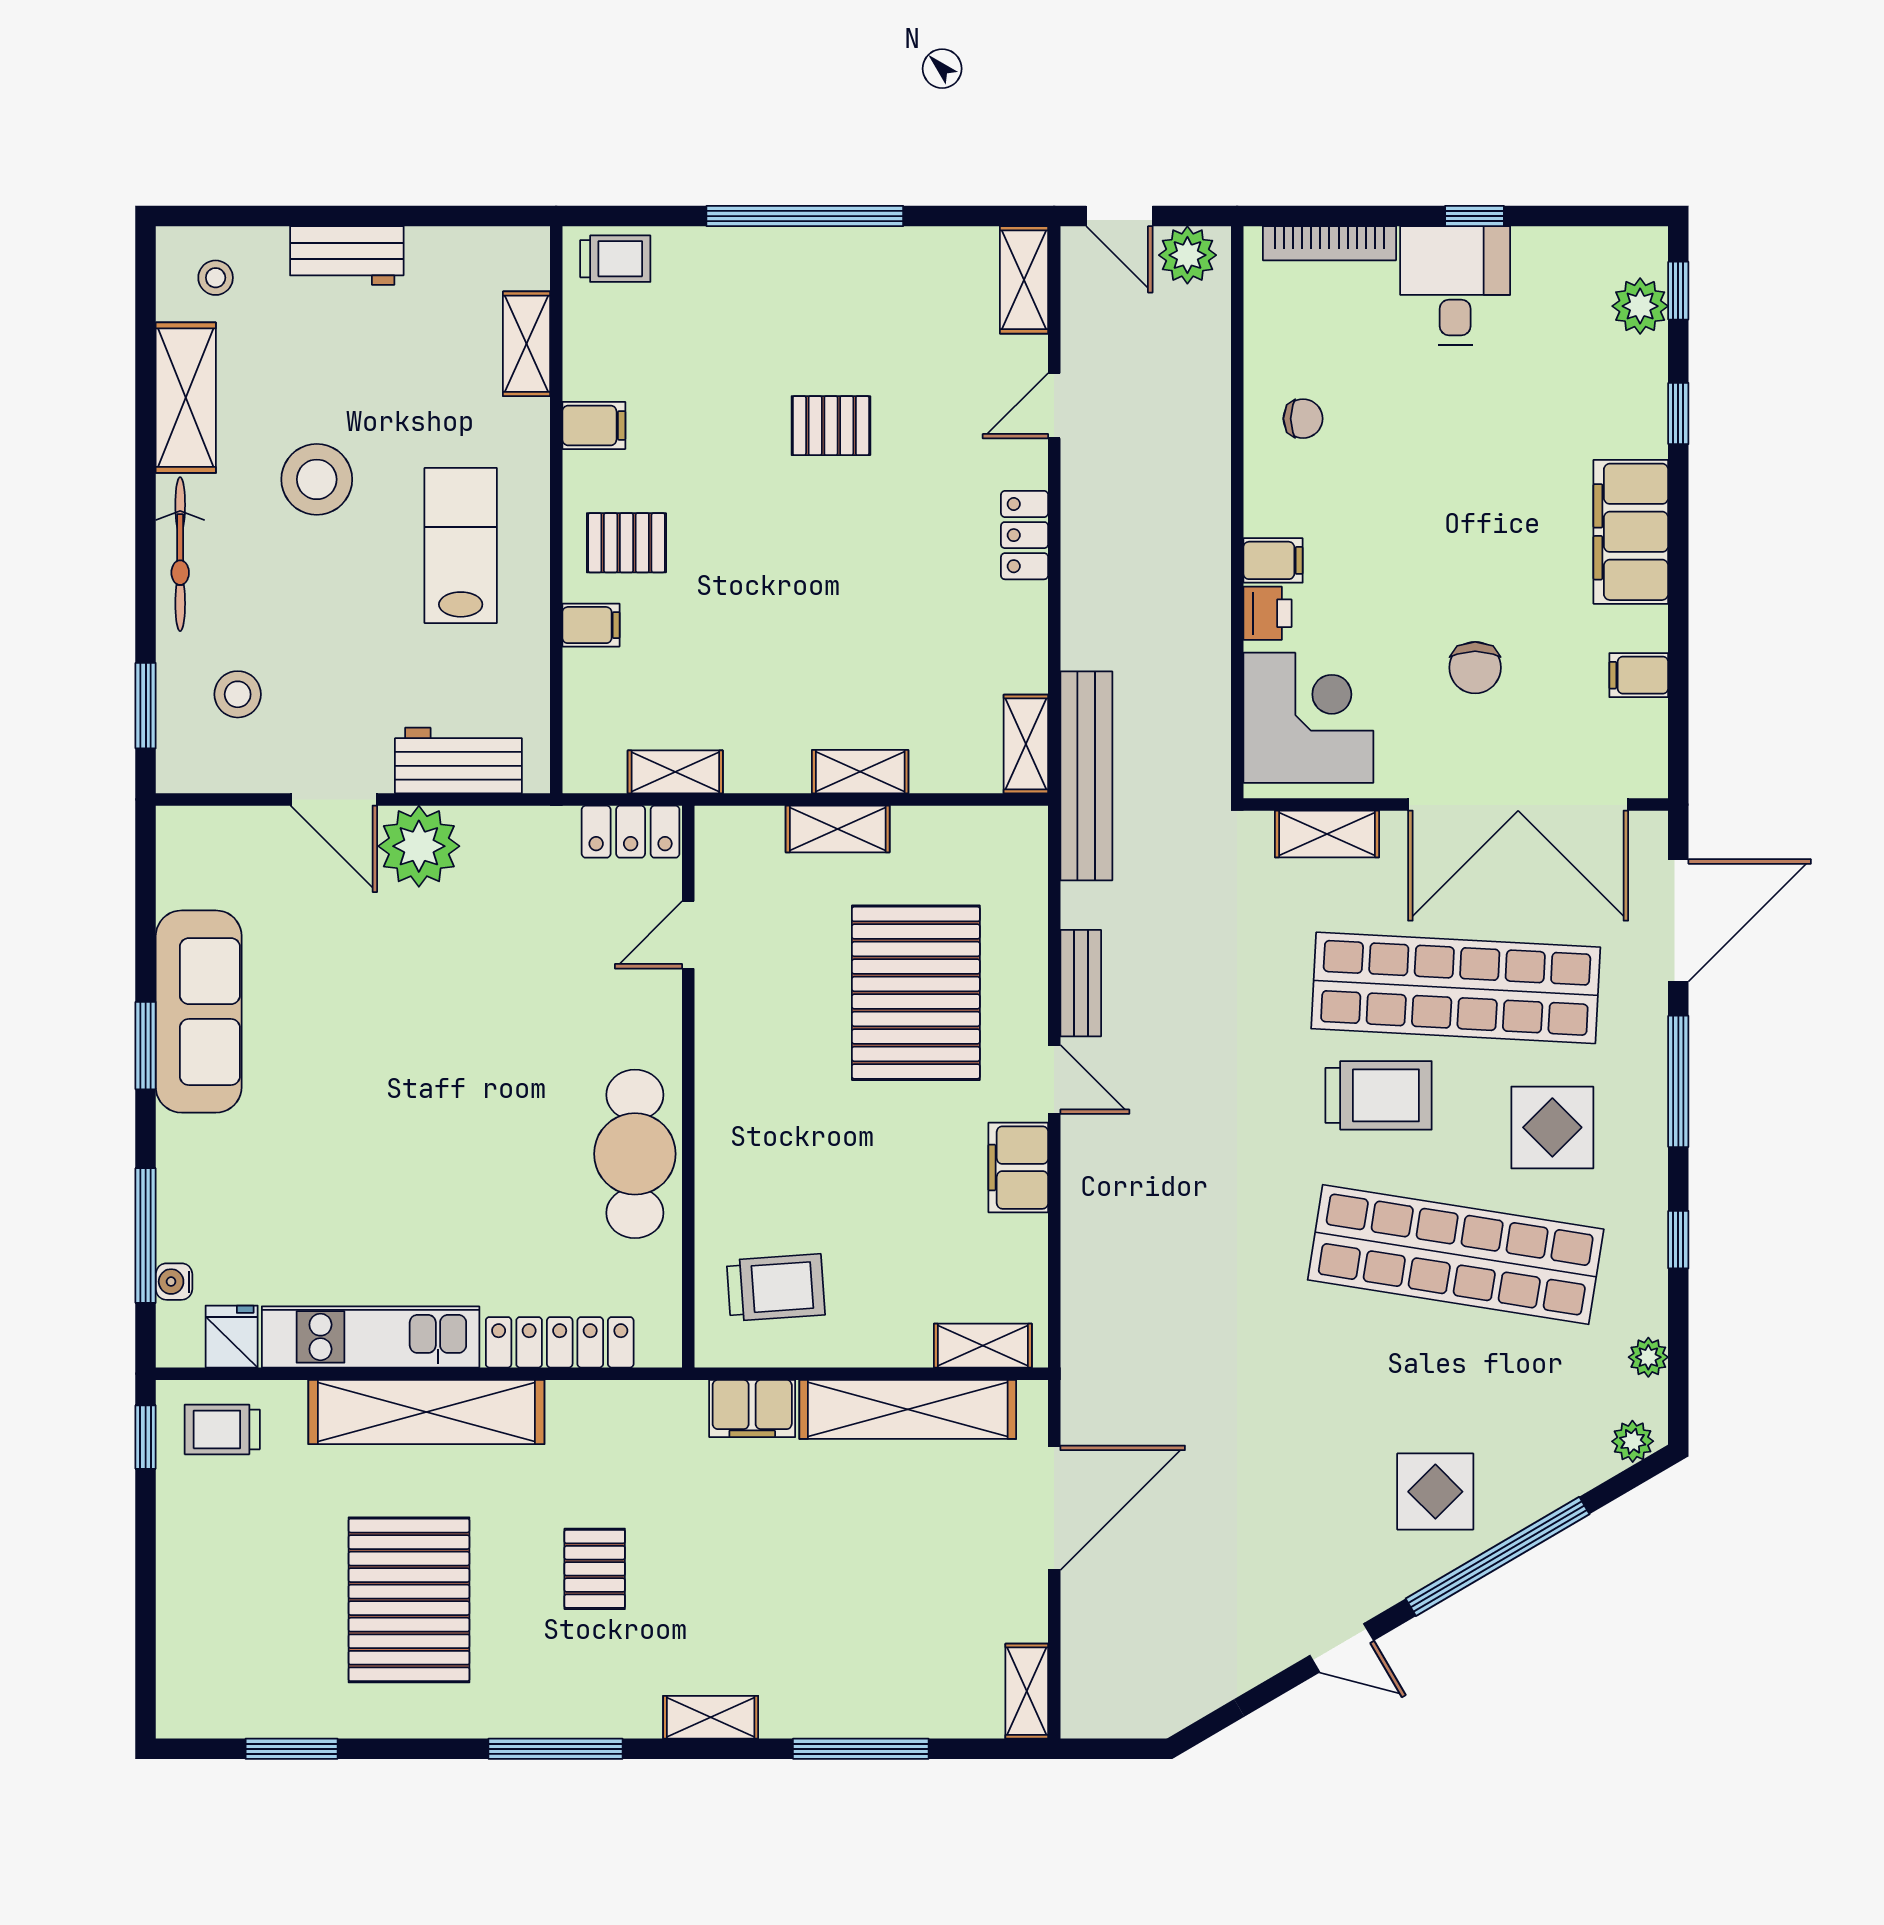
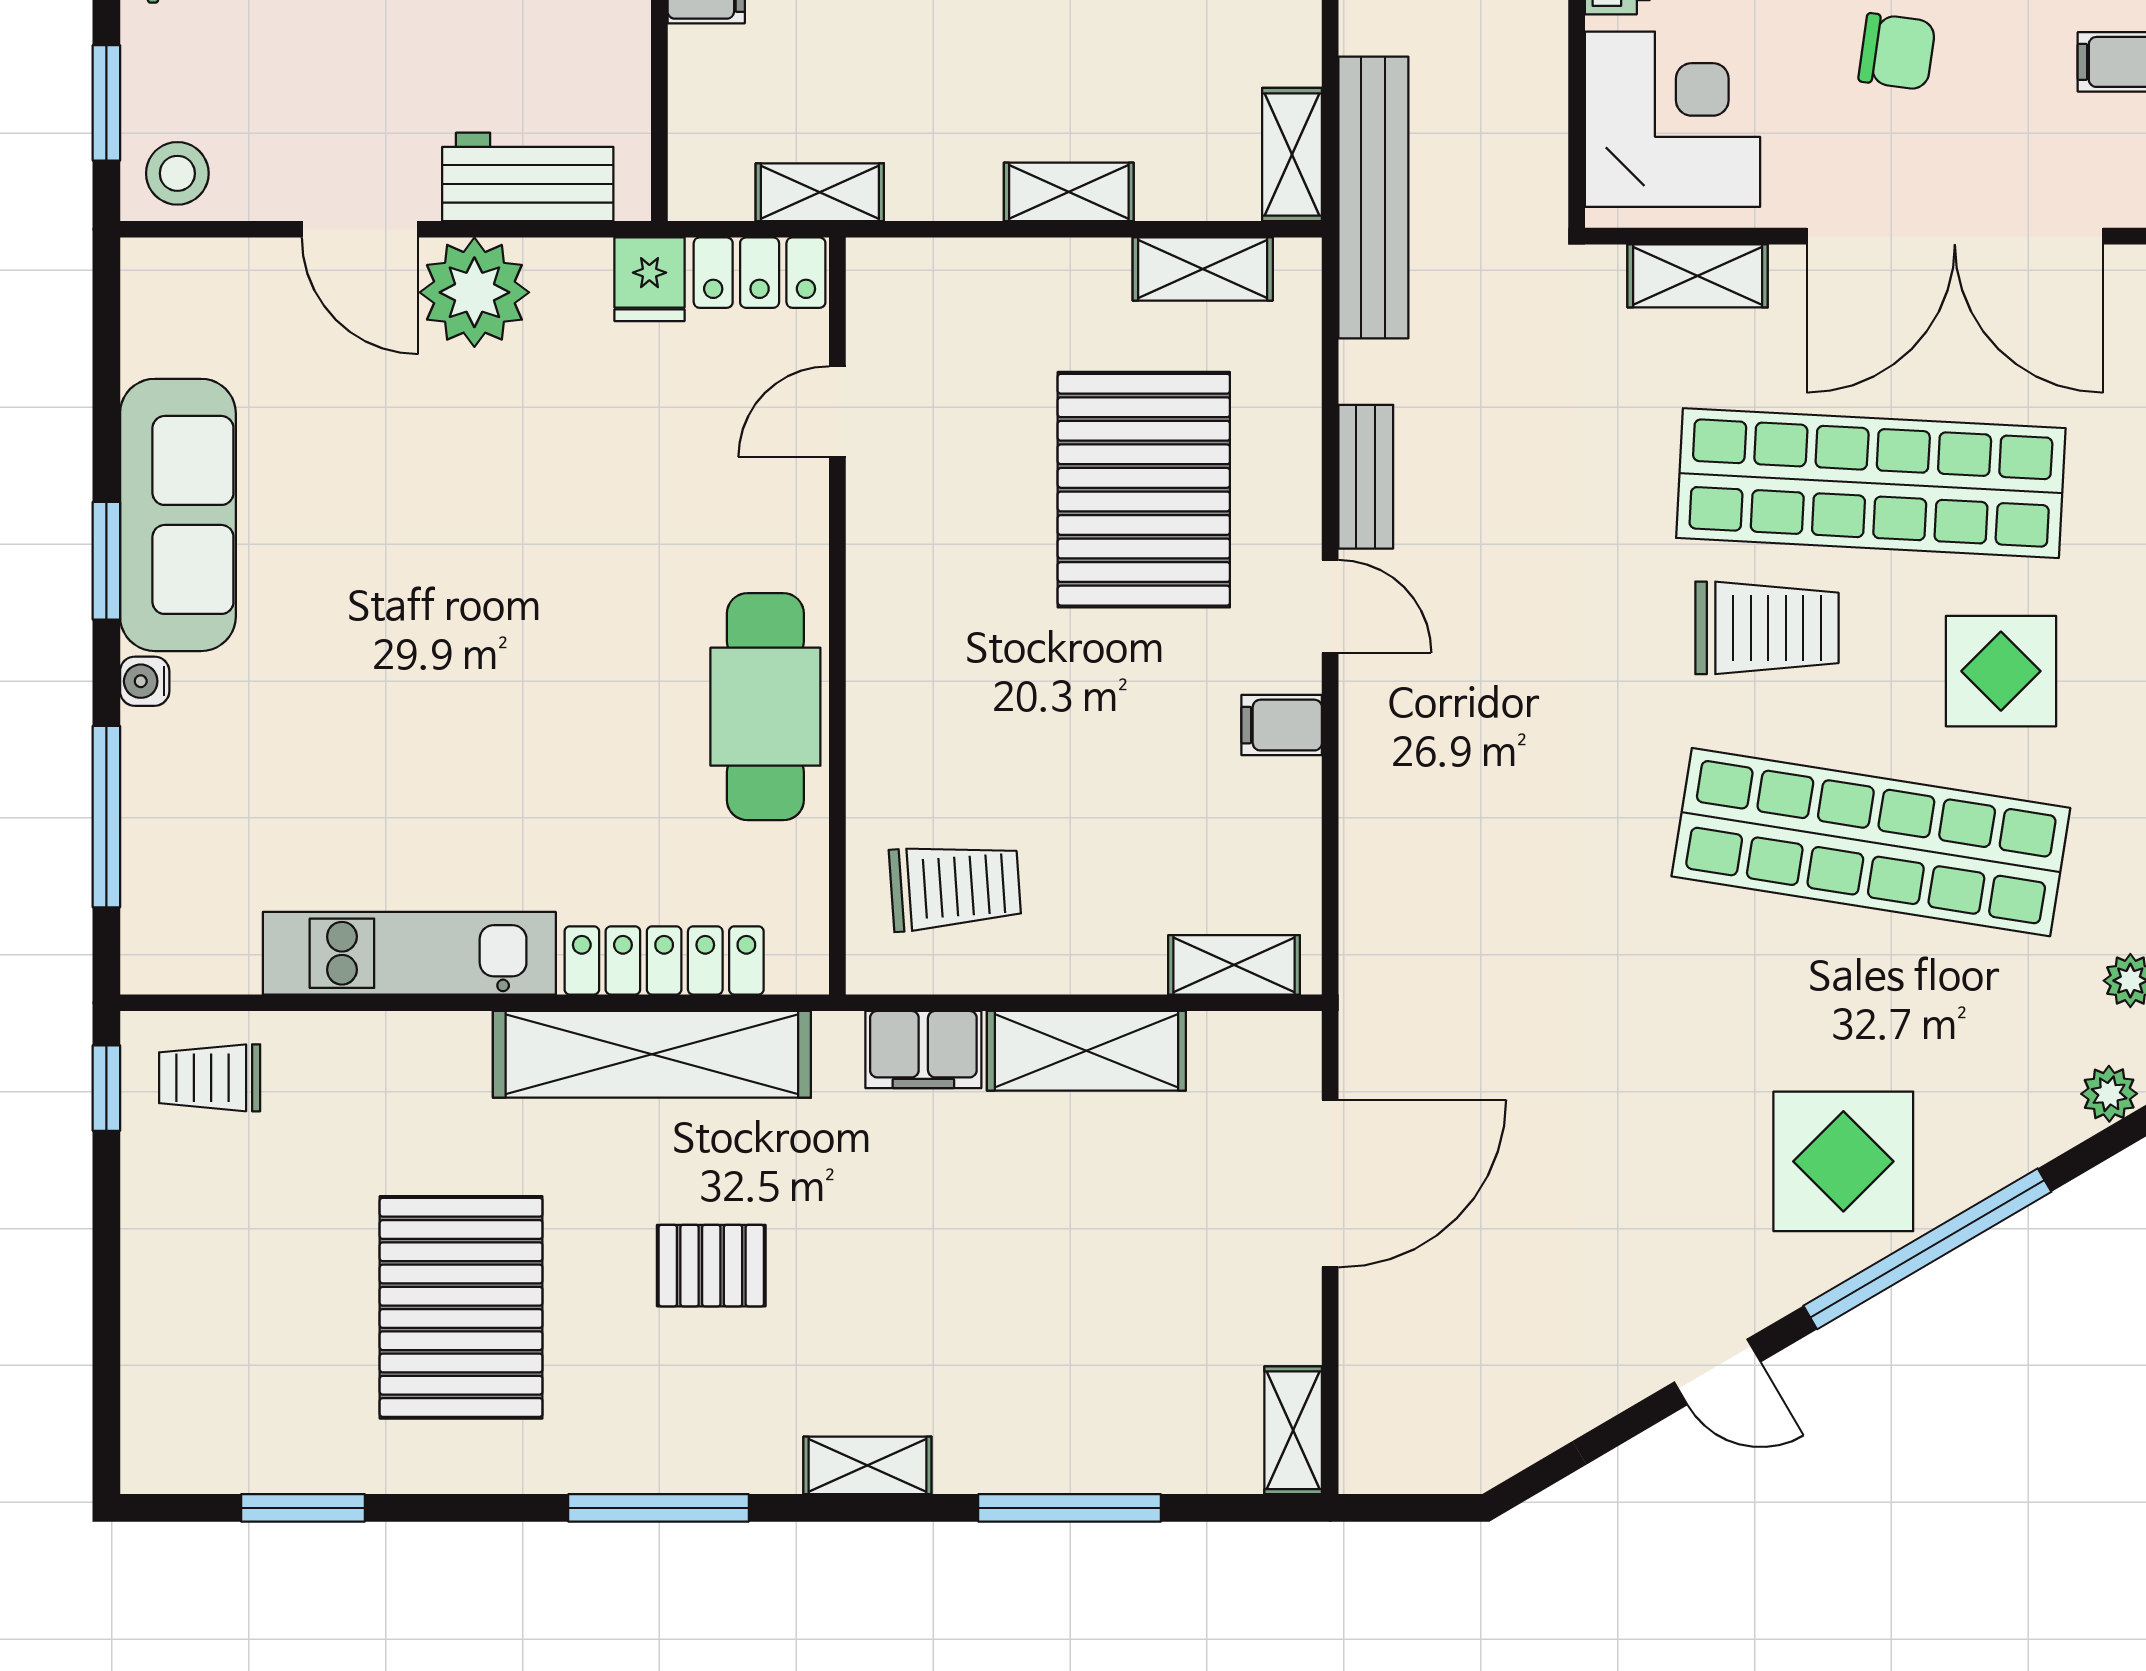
chair: (1475, 668) -> (1897, 52), turned -82
stool: (238, 694) -> (177, 173), moved
shelving: (838, 829) -> (1203, 269), moved
filing cabinet: (1018, 1168) -> (1282, 725), width x0.50
water cooler: (174, 1282) -> (145, 681), moved
fridge: (232, 1337) -> (649, 279), moved, turned 180
shelving: (908, 1409) -> (1086, 1051), width x0.68
shelving: (426, 1412) -> (652, 1054), moved
display table: (1435, 1492) -> (1843, 1161), width x1.36, depth x1.36
pallet: (595, 1569) -> (711, 1266), turned 90

